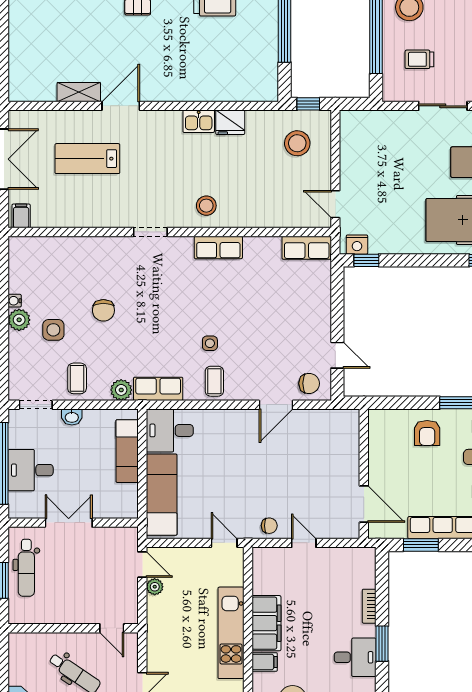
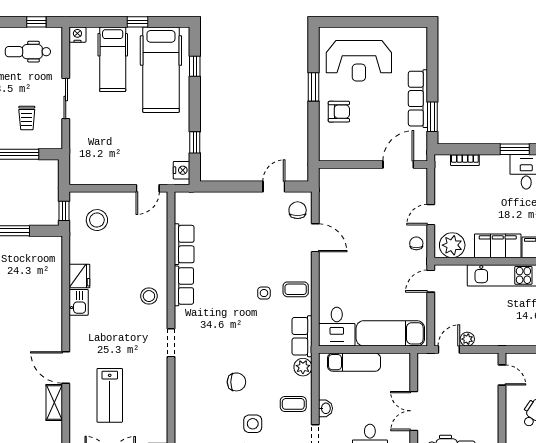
row of seats: (307, 248) -> (184, 244), moved
window: (366, 260) -> (195, 142), moved
plant: (267, 569) -> (452, 245), added
bookcase: (369, 606) -> (465, 160), moved
door: (112, 628) -> (502, 375), hinge flipped

